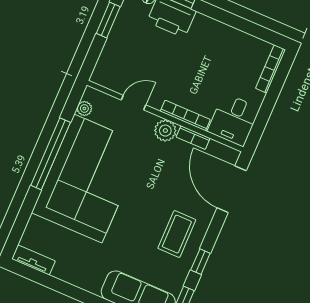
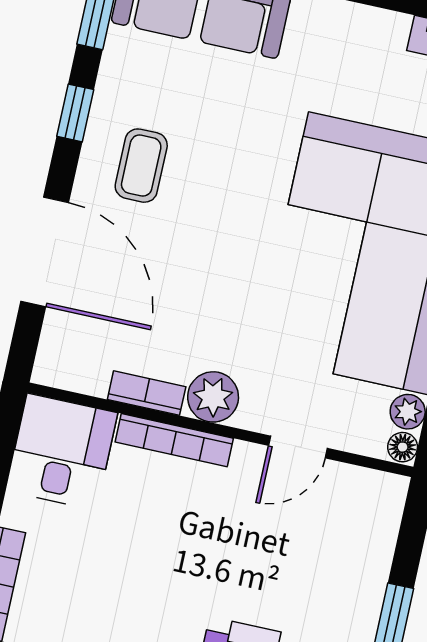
floor lamp: (89, 94) -> (403, 447), added
door: (232, 189) -> (45, 252), moved
coffee table: (177, 234) -> (141, 166), width x0.73, depth x0.77

